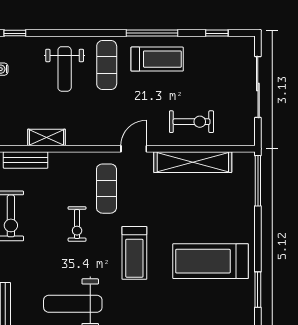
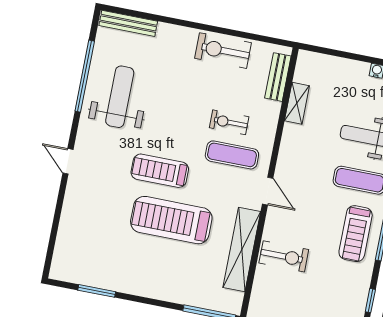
exercise bike: (191, 122) -> (284, 256), turned -90
exercise bike: (77, 224) -> (229, 122), moved
treadmill: (210, 261) -> (171, 220), moved, turned -90

